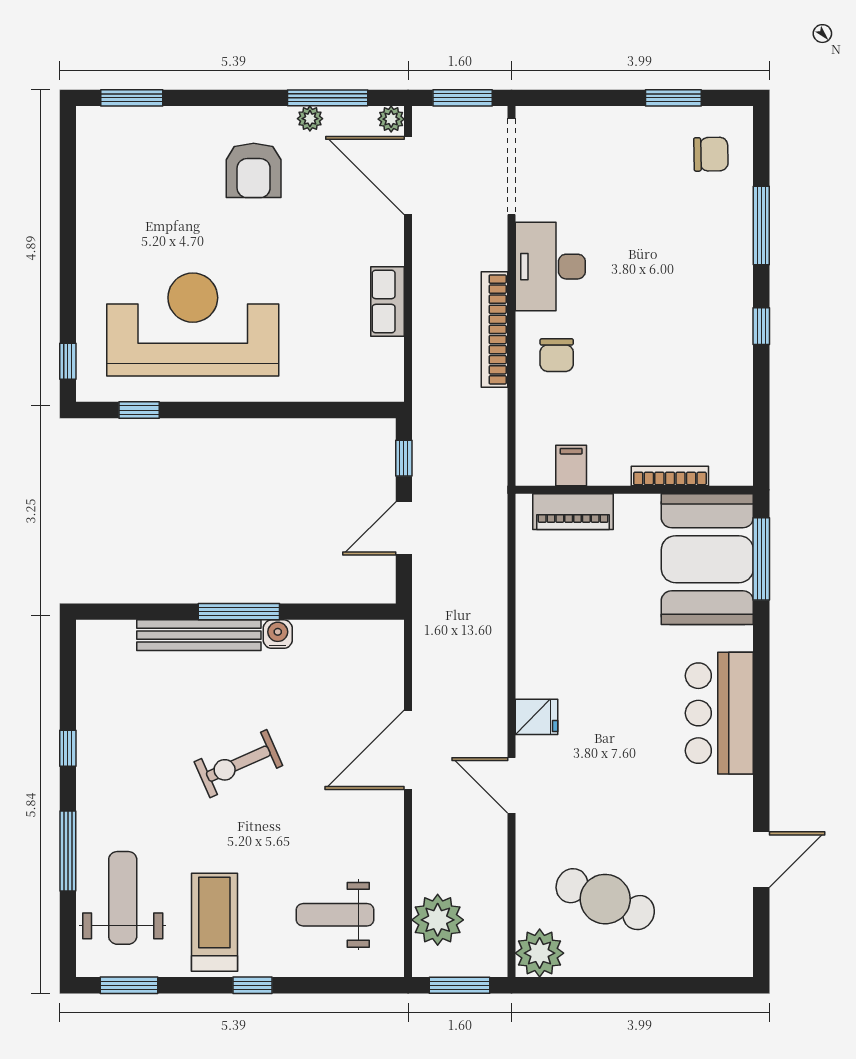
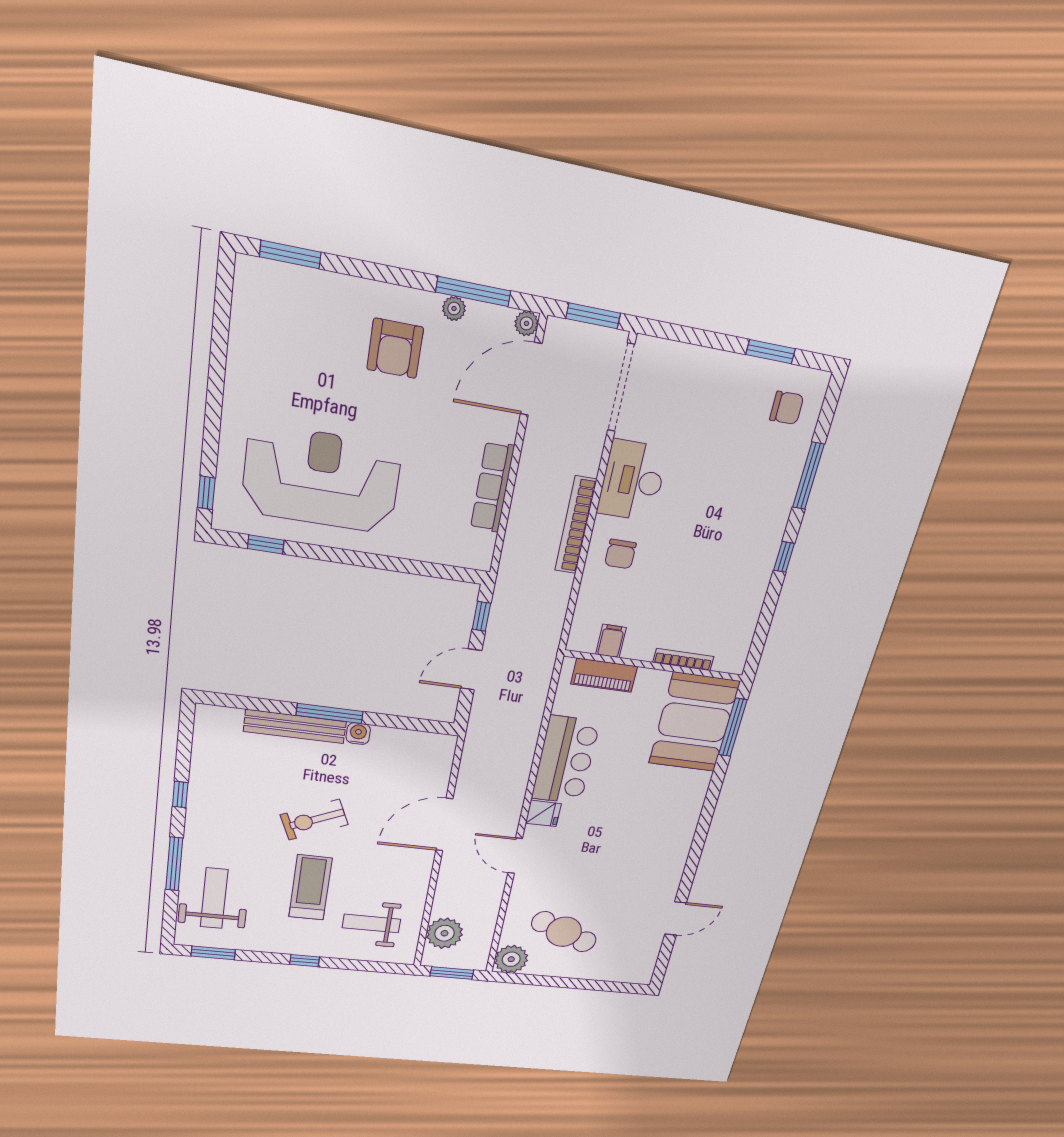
door: (408, 176) -> (531, 379), hinge flipped
row of seats: (388, 302) -> (492, 487), width x1.48
bar counter: (719, 713) -> (565, 760), moved, turned 180
treadmill: (214, 922) -> (310, 888), moved

